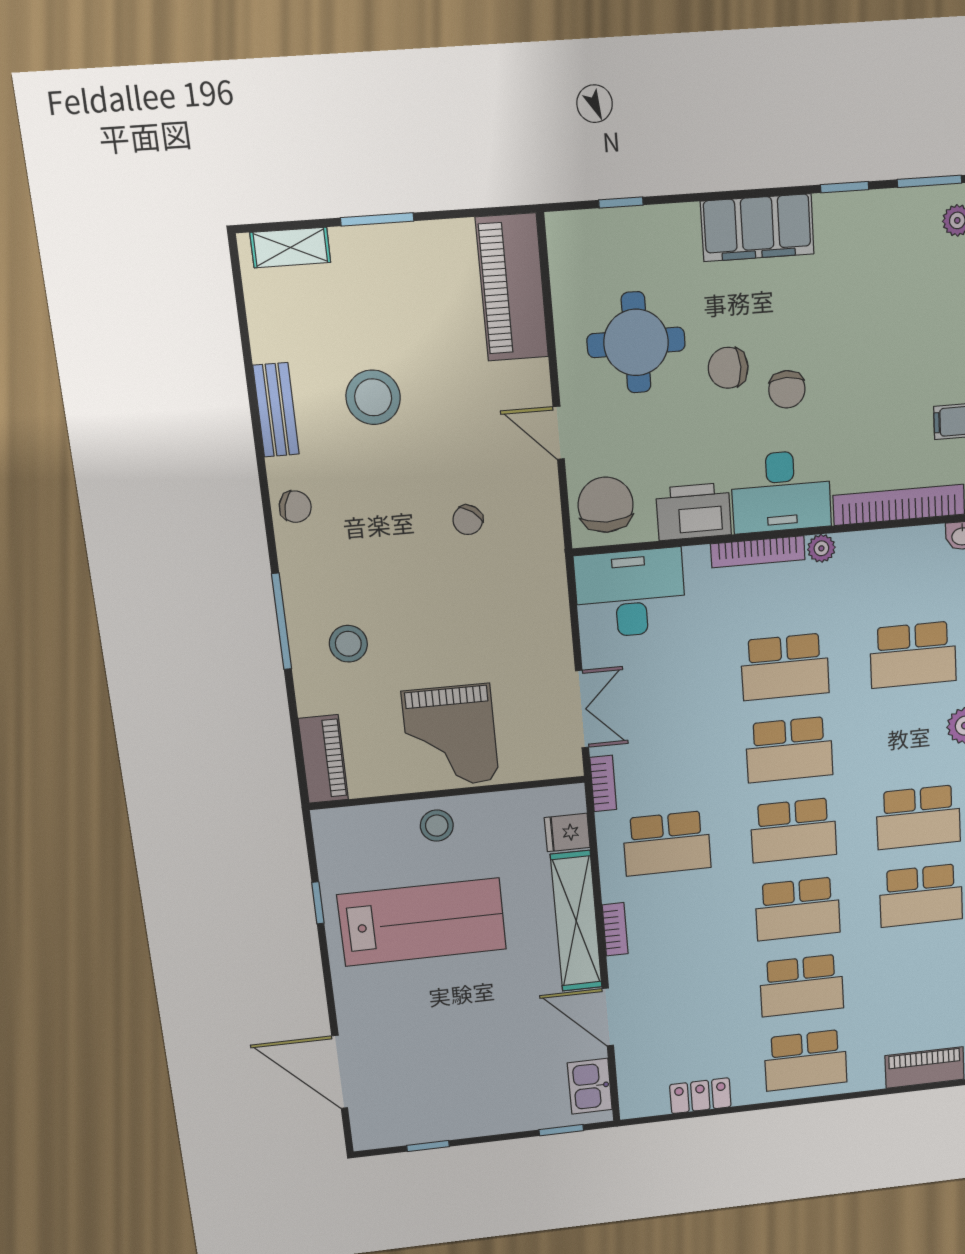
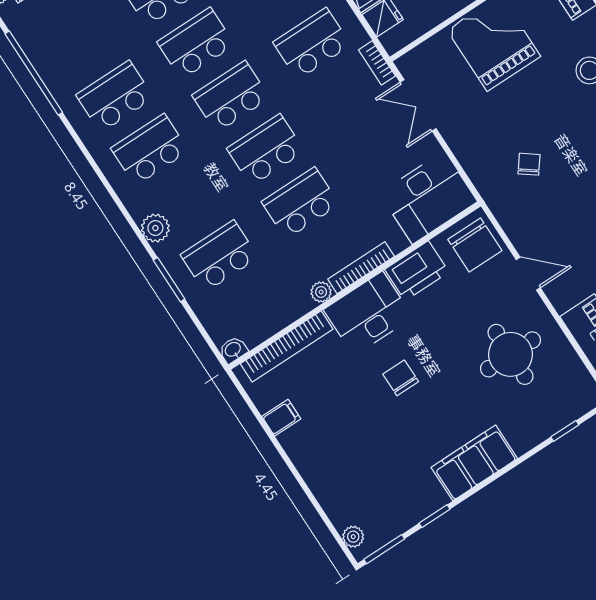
chair: (728, 368) -> (445, 371), removed
chair: (468, 520) -> (529, 164), moved

